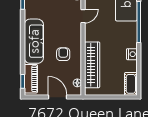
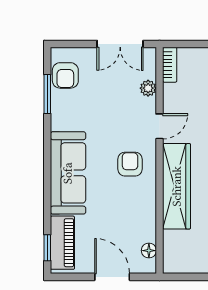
armchair: (63, 54) -> (130, 164), moved
wardrobe: (92, 65) -> (177, 186), moved

